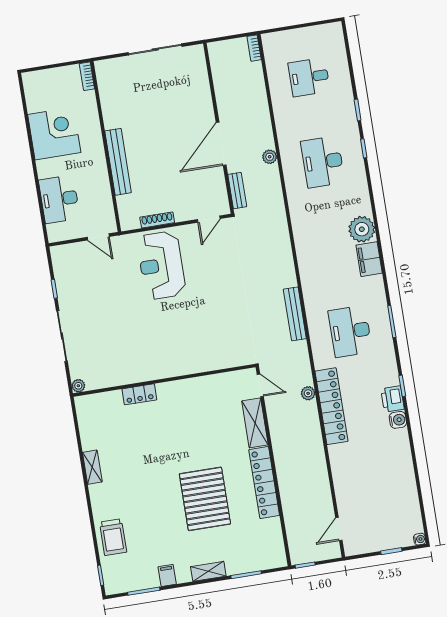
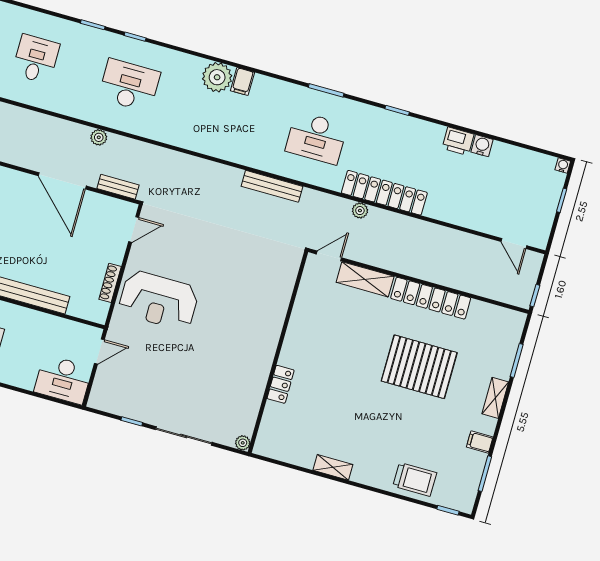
desk: (309, 77) -> (36, 59), turned 180
desk: (323, 162) -> (129, 85), turned 180
desk: (59, 199) -> (63, 379), moved
door: (209, 219) -> (134, 230), hinge flipped
filing cabinet: (369, 259) -> (242, 82), width x0.50
printer: (393, 399) -> (458, 141), moved
water cooler: (398, 420) -> (482, 146), moved

